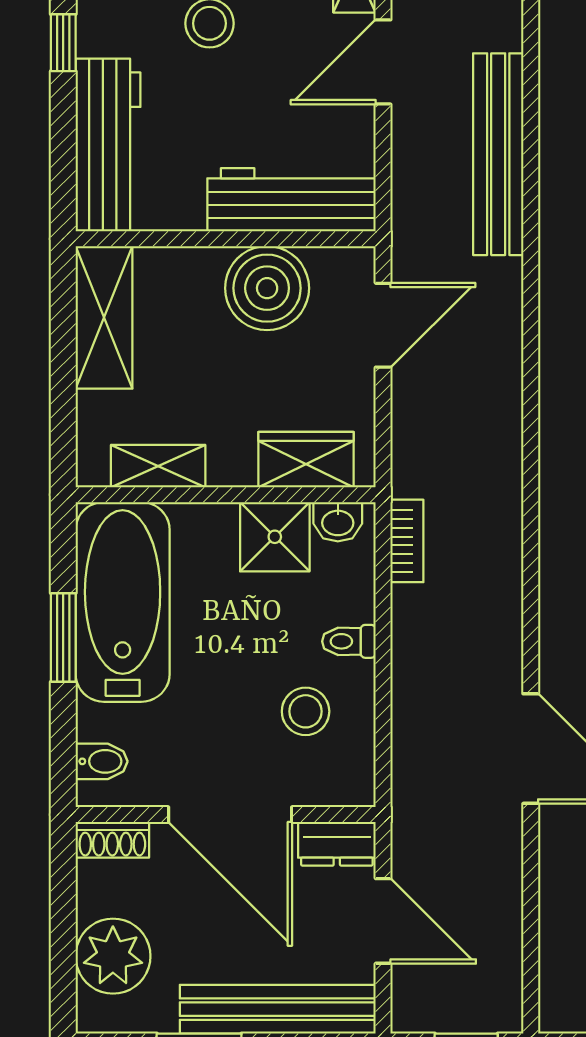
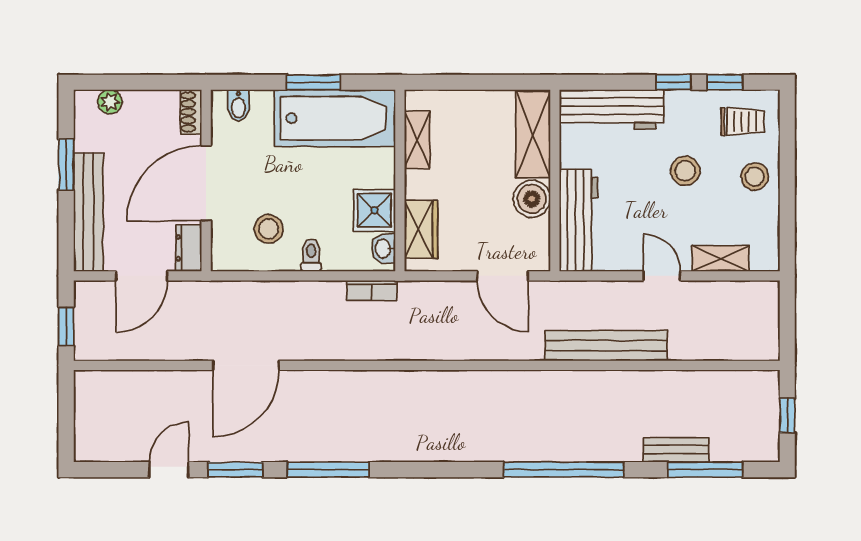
door: (383, 62) -> (662, 276), width x0.73
boiler: (267, 288) -> (532, 199), width x0.73, depth x0.73
shelving: (104, 317) -> (533, 135), moved, turned 90
plant: (113, 956) -> (110, 102), width x0.53, depth x0.53

